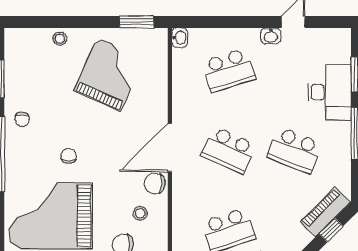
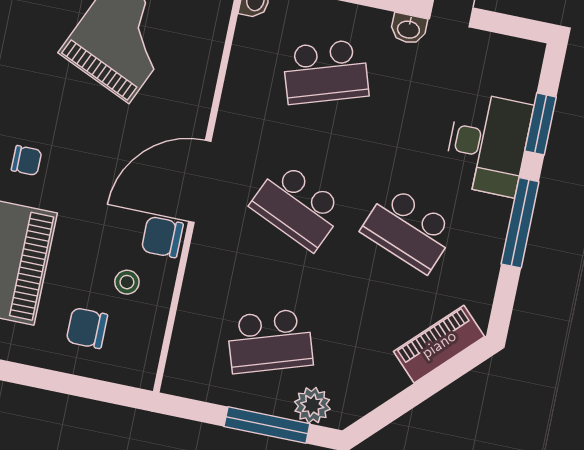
chair: (69, 156) -> (27, 160), turned 90
window: (331, 230) -> (442, 377), removed

